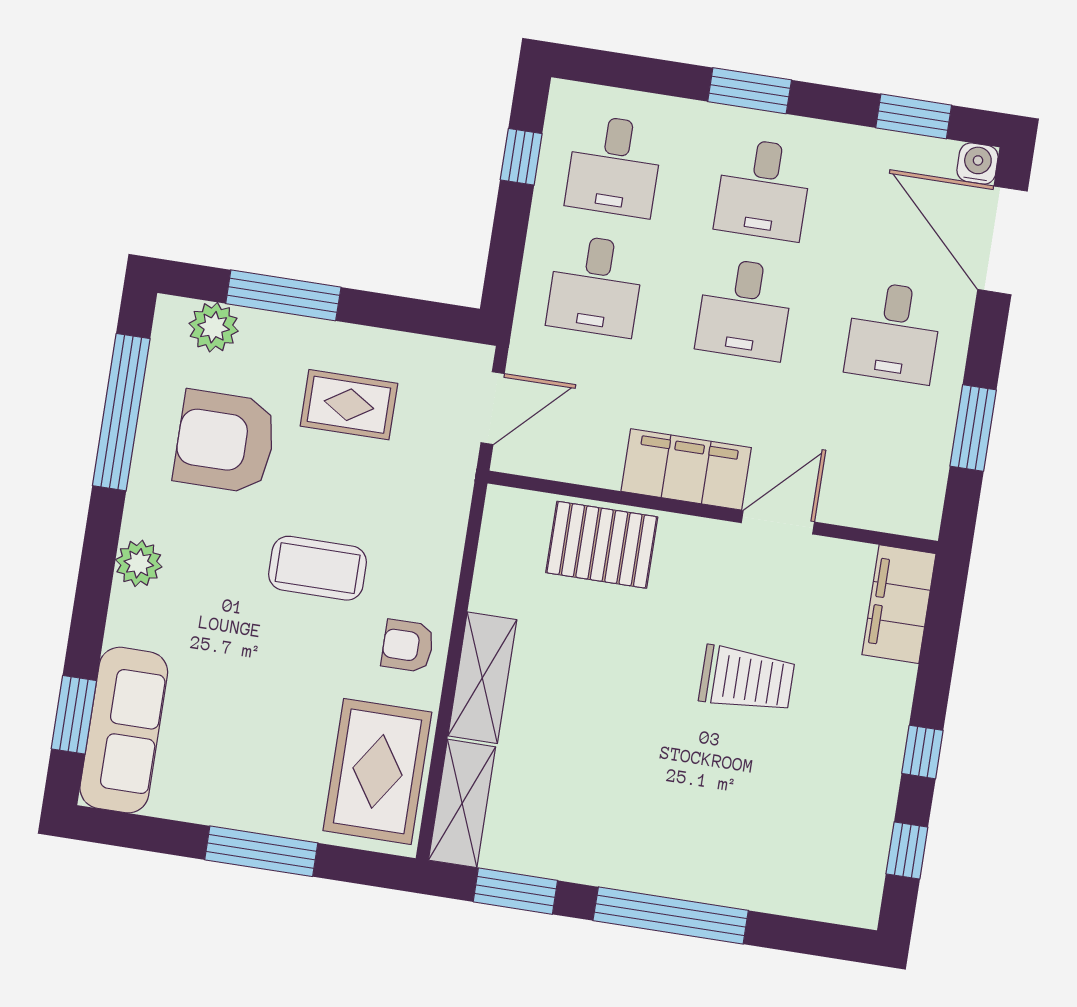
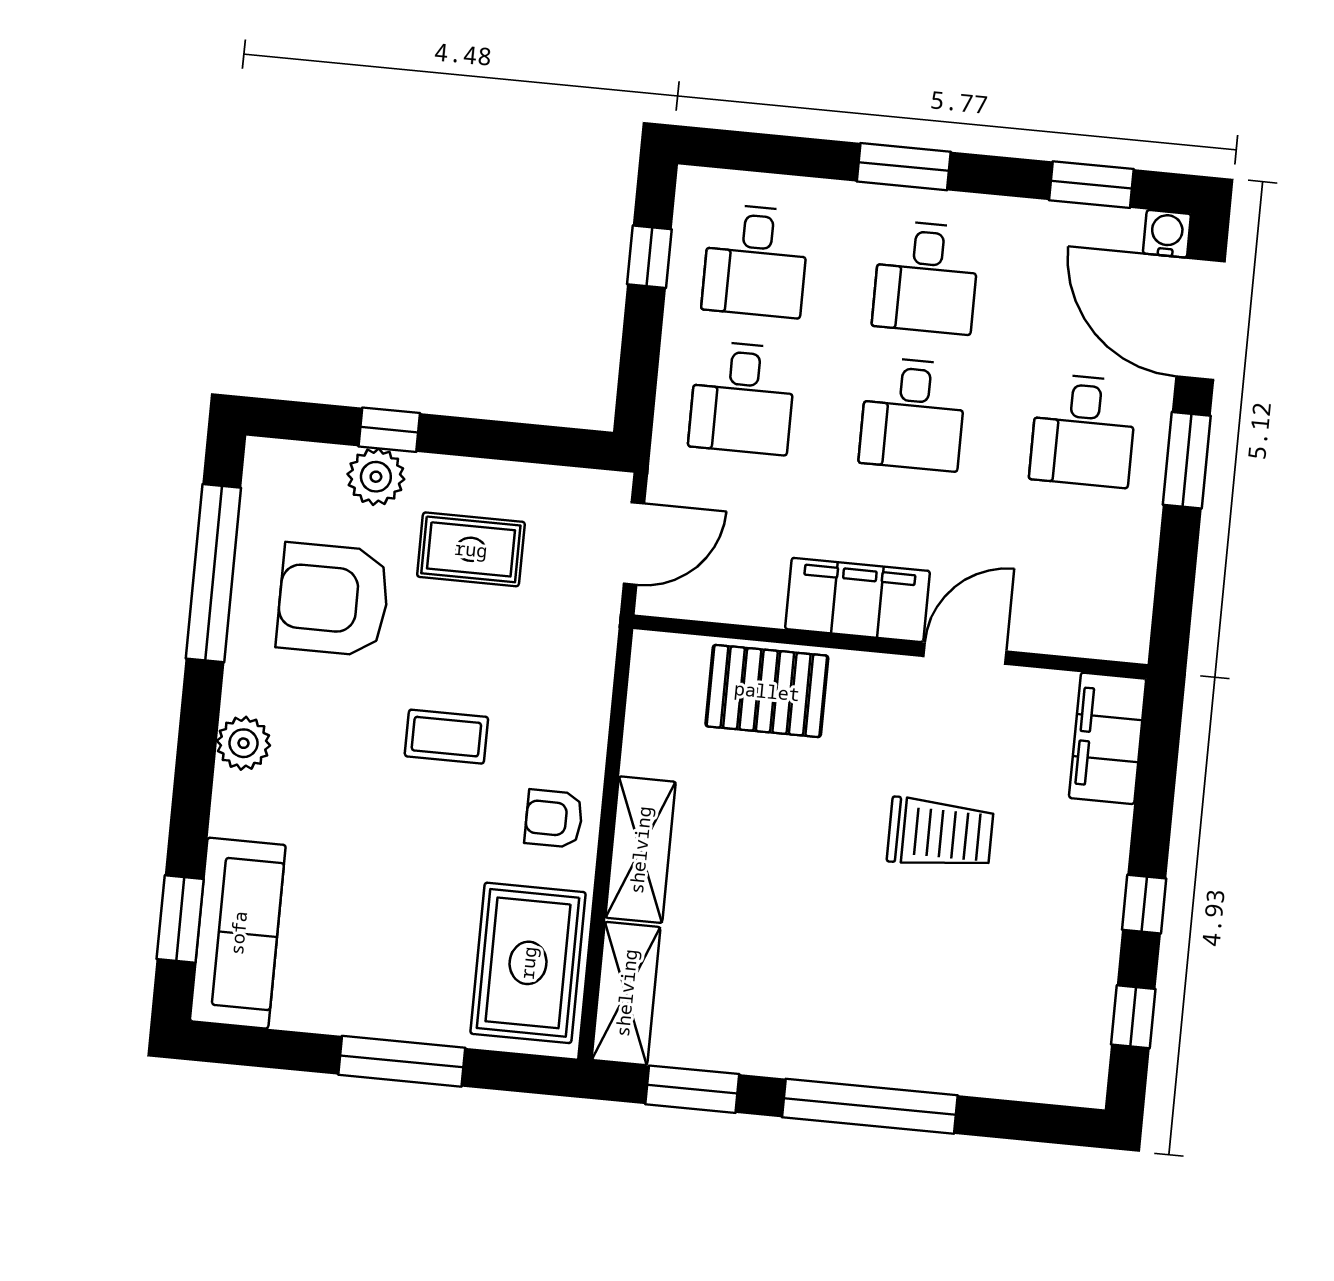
window: (283, 295) -> (389, 430), width x0.46
plant: (214, 327) -> (376, 477), moved
window: (973, 428) -> (1187, 460), moved
coffee table: (318, 568) -> (446, 737), width x0.73, depth x0.77

